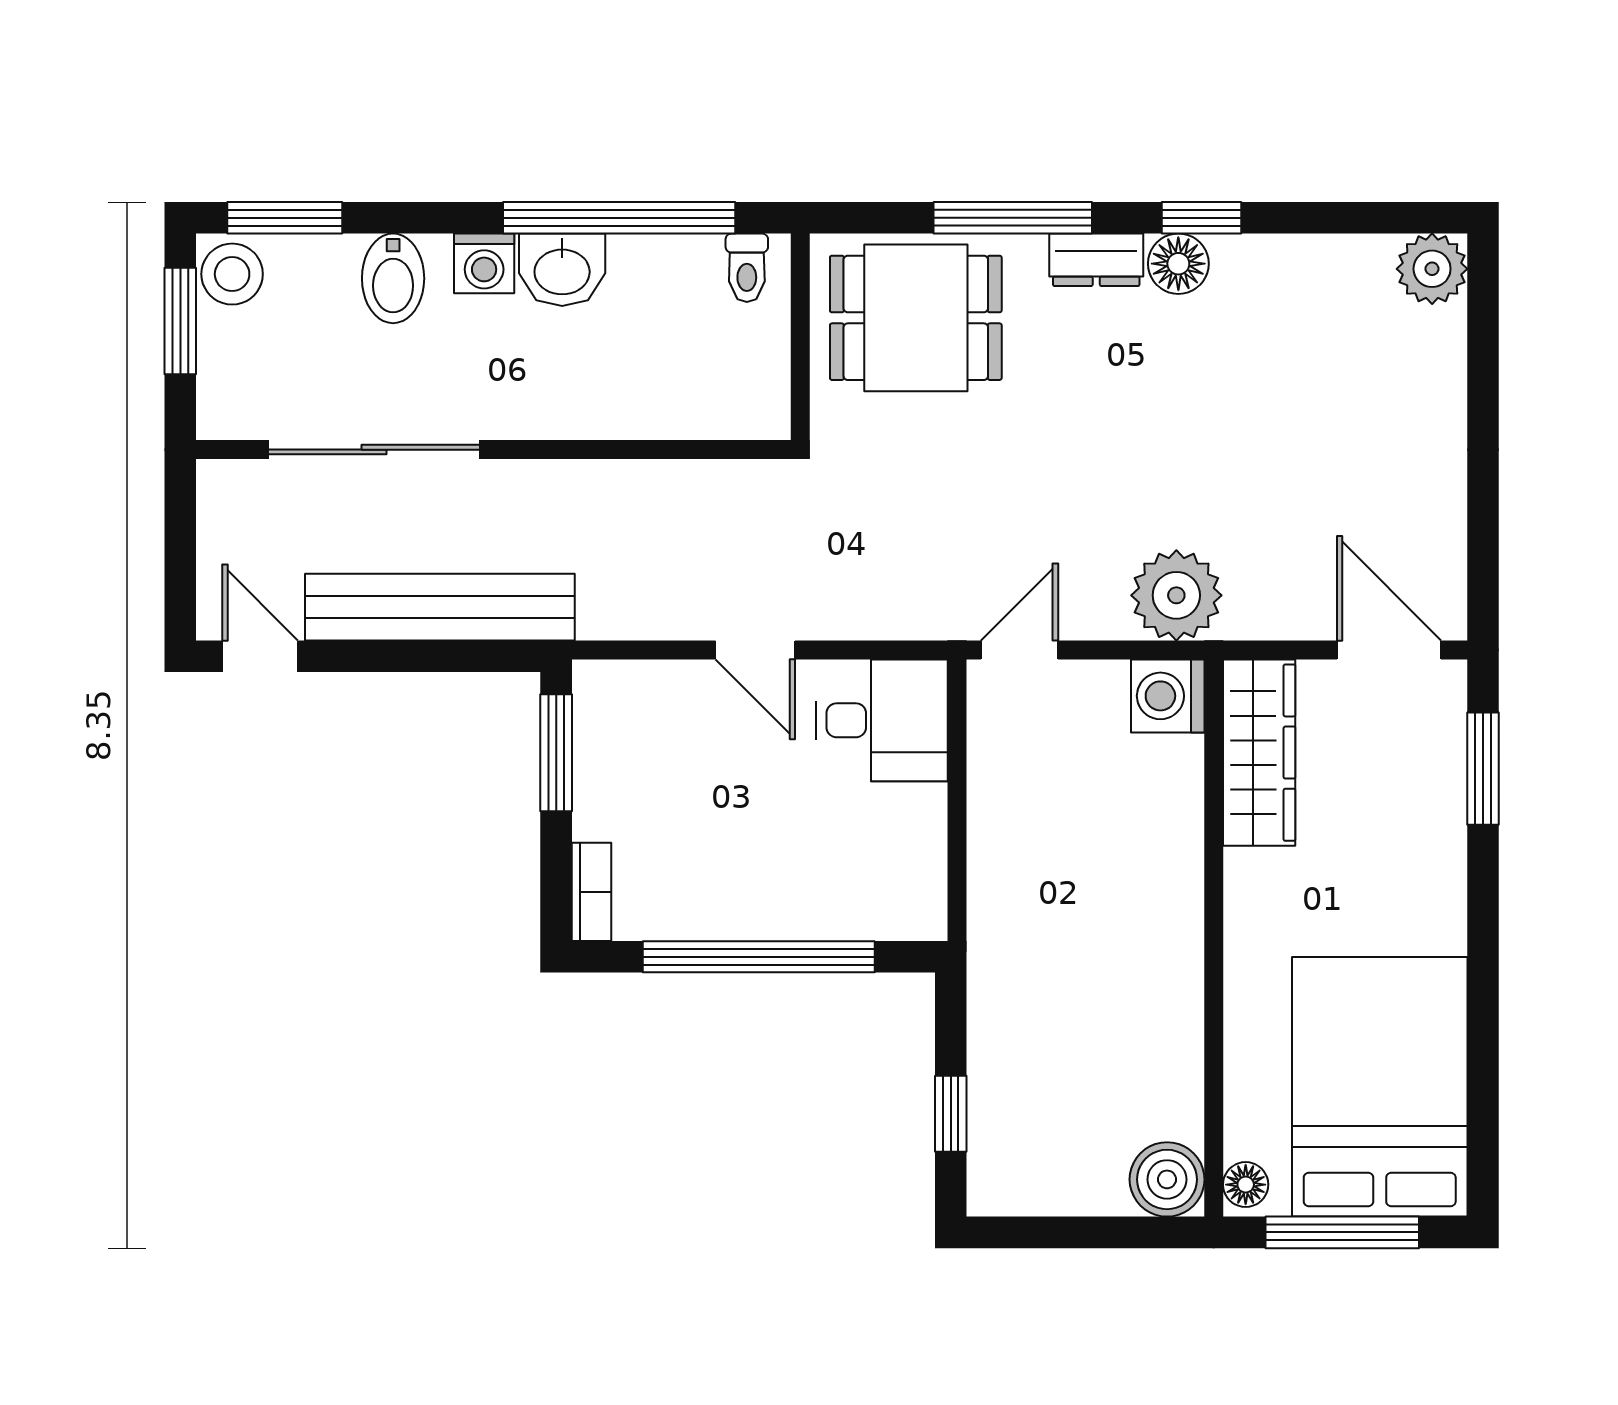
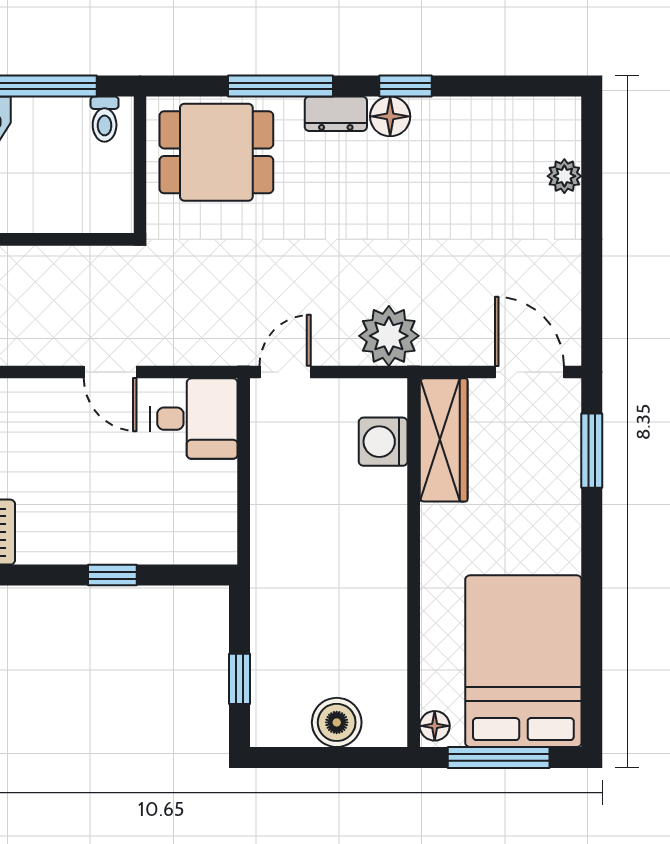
plant: (1432, 269) -> (564, 176), moved, width x0.73, depth x0.73
washing machine: (1168, 696) -> (383, 442), moved
window: (759, 957) -> (112, 575), width x0.32
boiler: (1167, 1179) -> (337, 722), moved

